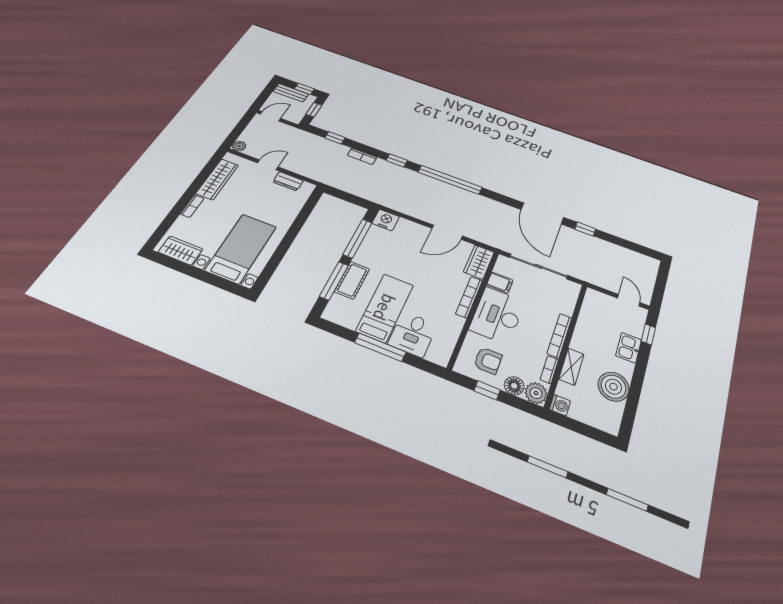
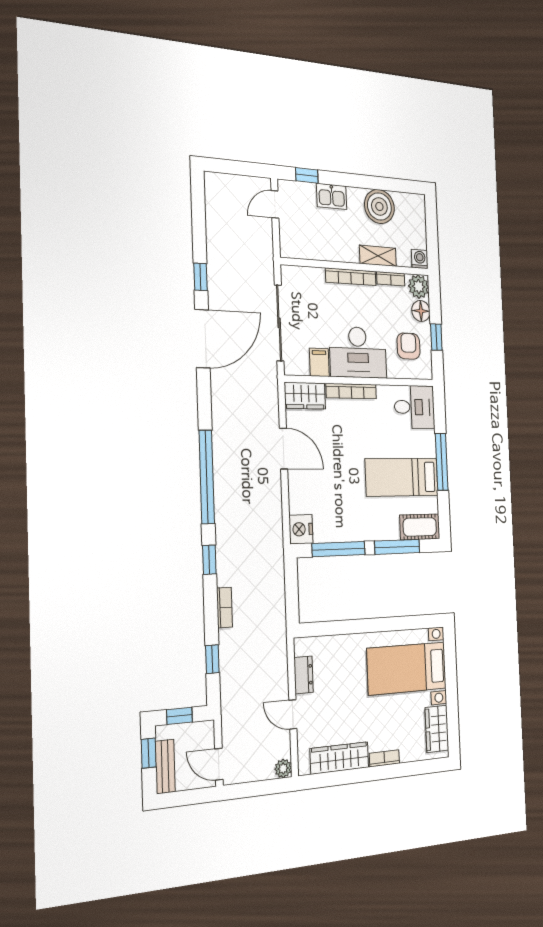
cot: (352, 280) -> (420, 527), moved
desk: (413, 334) -> (414, 407), moved

